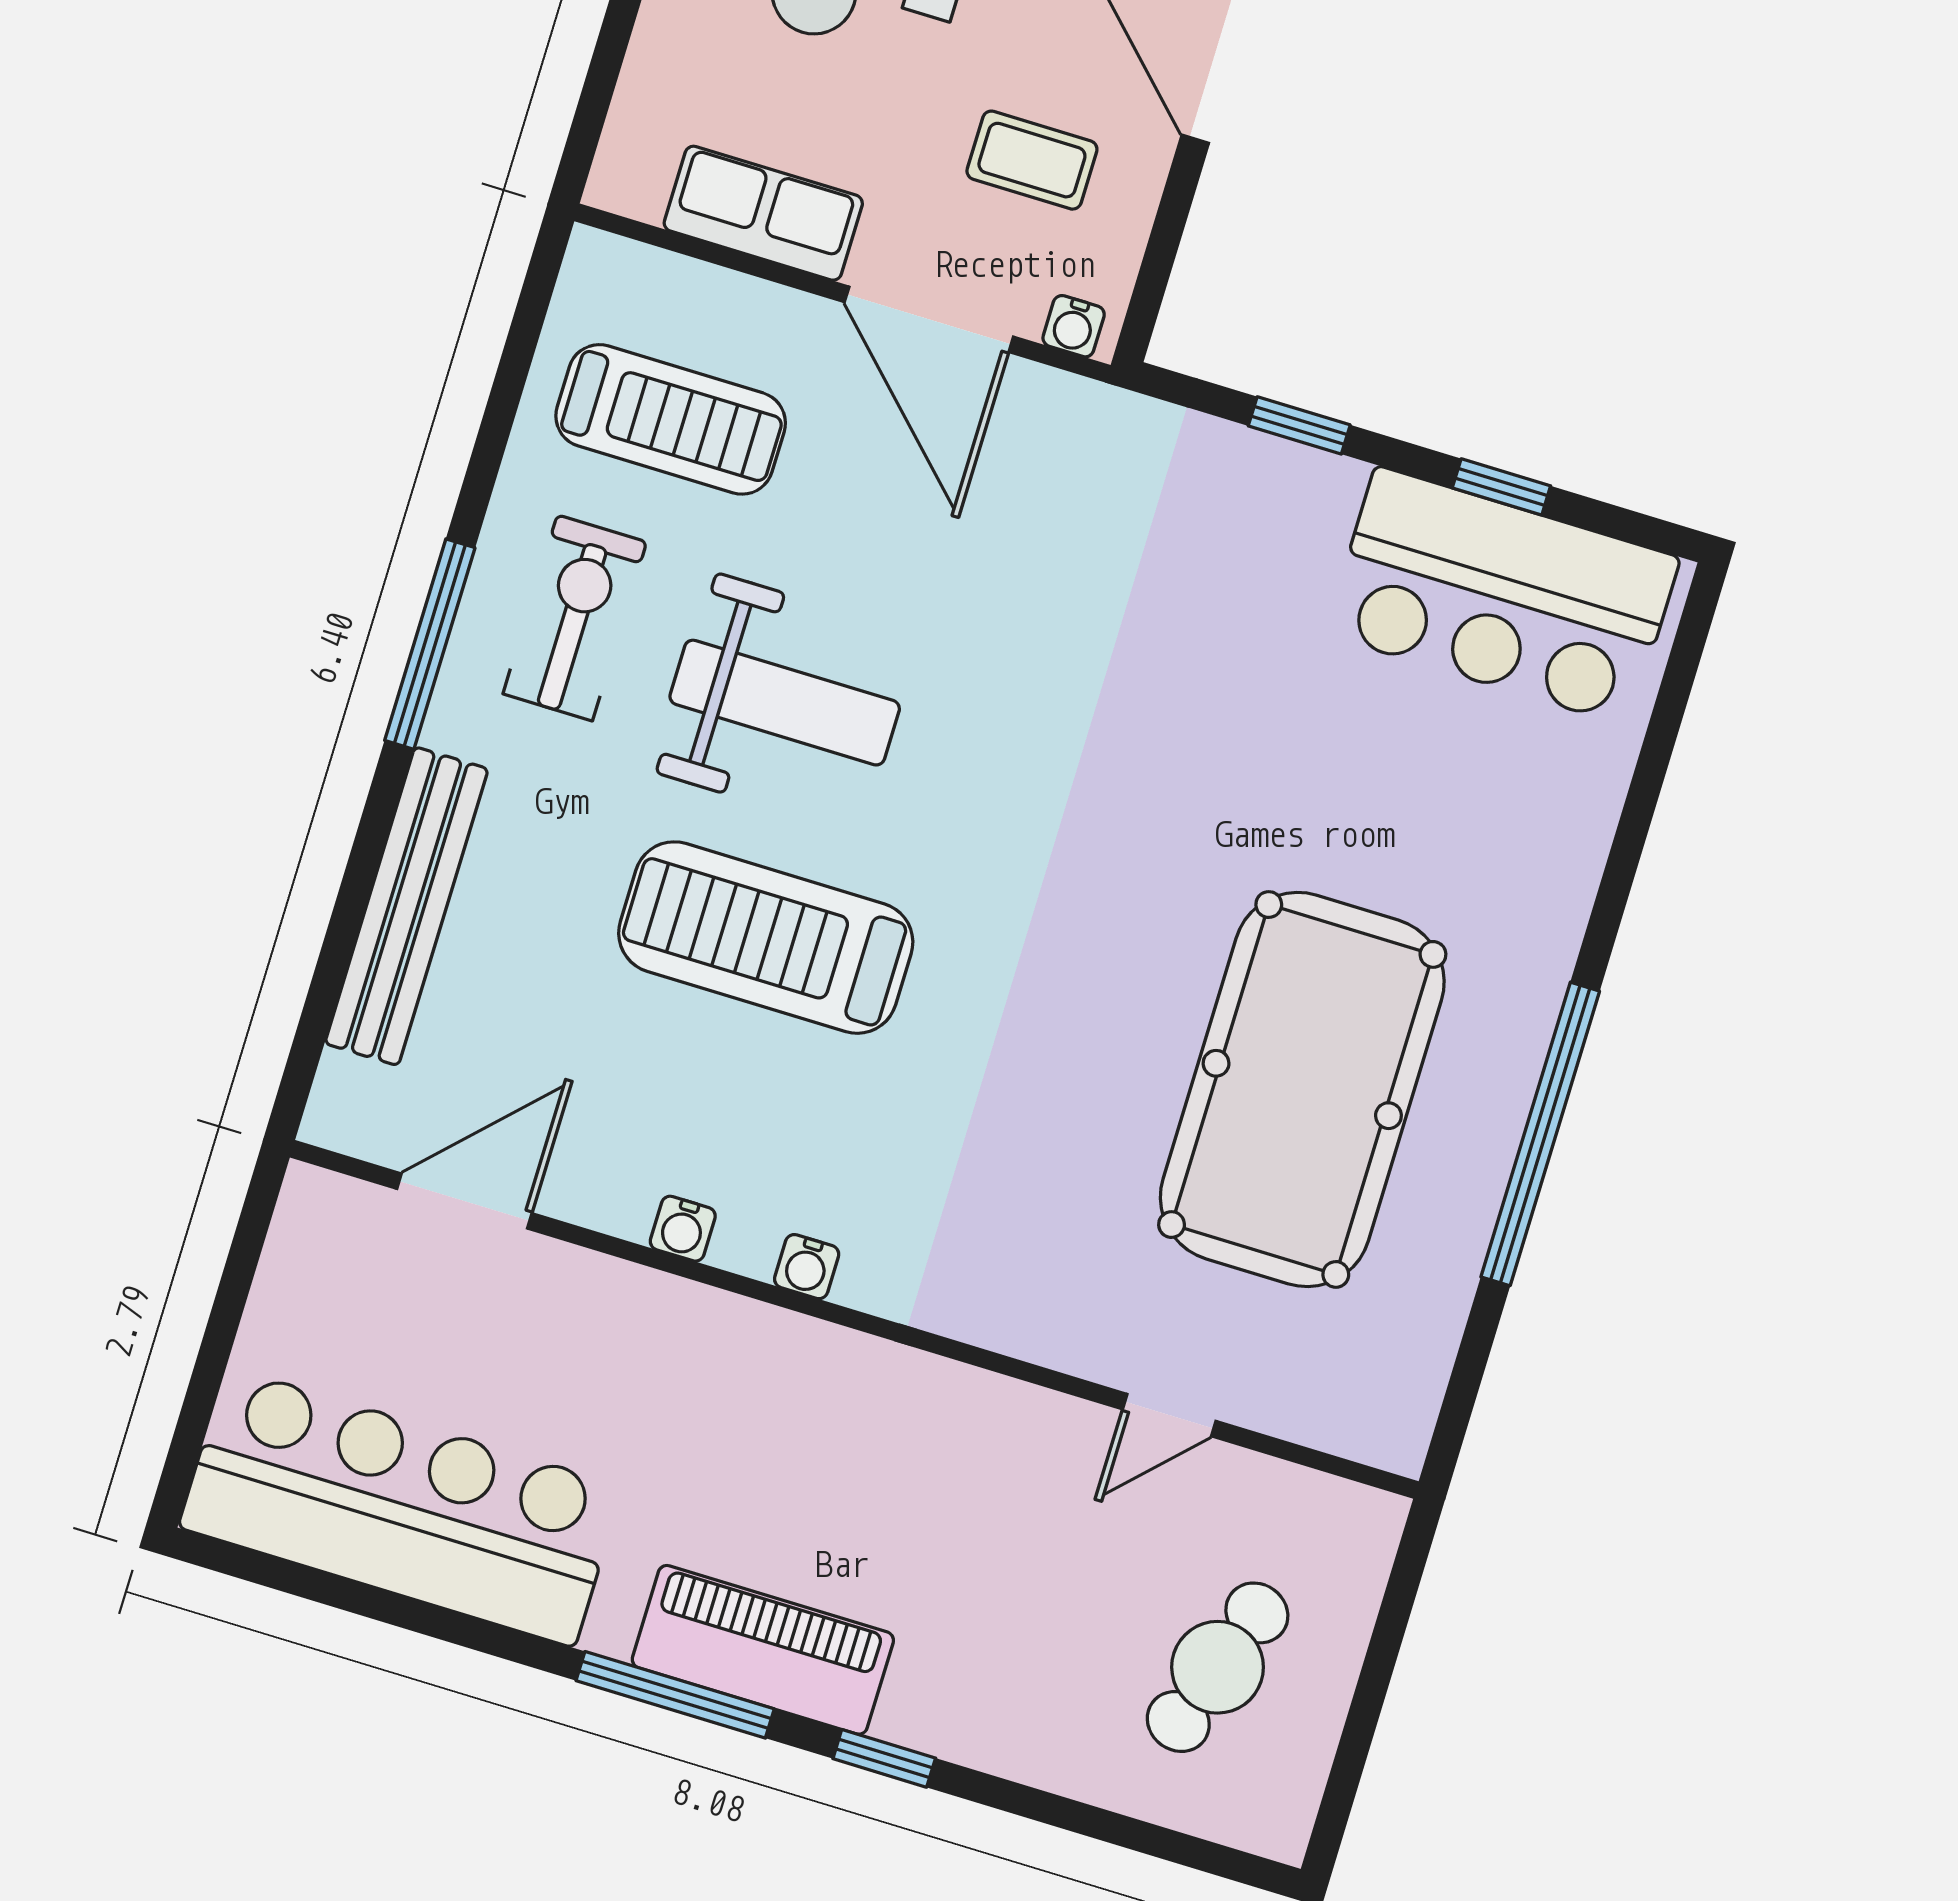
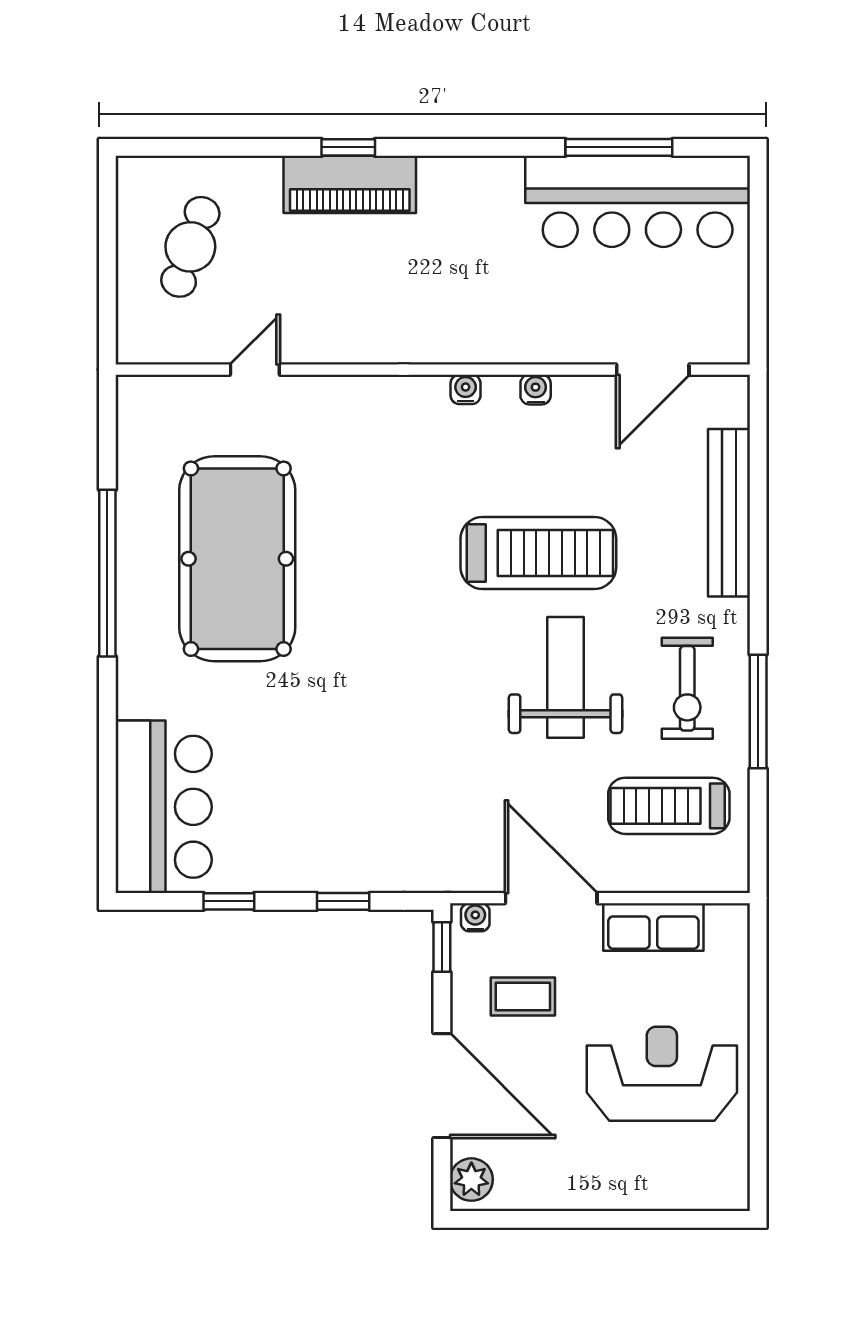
window: (1149, 291) -> (442, 947), added
bar counter: (1502, 596) -> (164, 807), moved, turned 90
window: (430, 644) -> (758, 711), moved
weight bench: (785, 703) -> (565, 677), turned 90
piano: (763, 1650) -> (350, 184), moved
window: (675, 1695) -> (619, 147), moved

